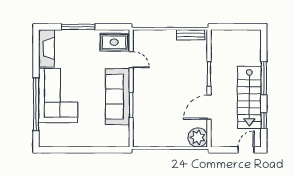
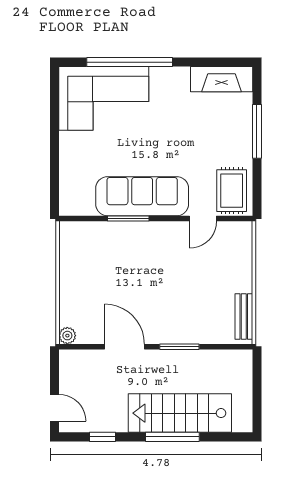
corner sofa: (58, 96) -> (104, 98), moved
stairs: (249, 97) -> (180, 413), moved
plant: (198, 137) -> (67, 336), width x0.53, depth x0.53

